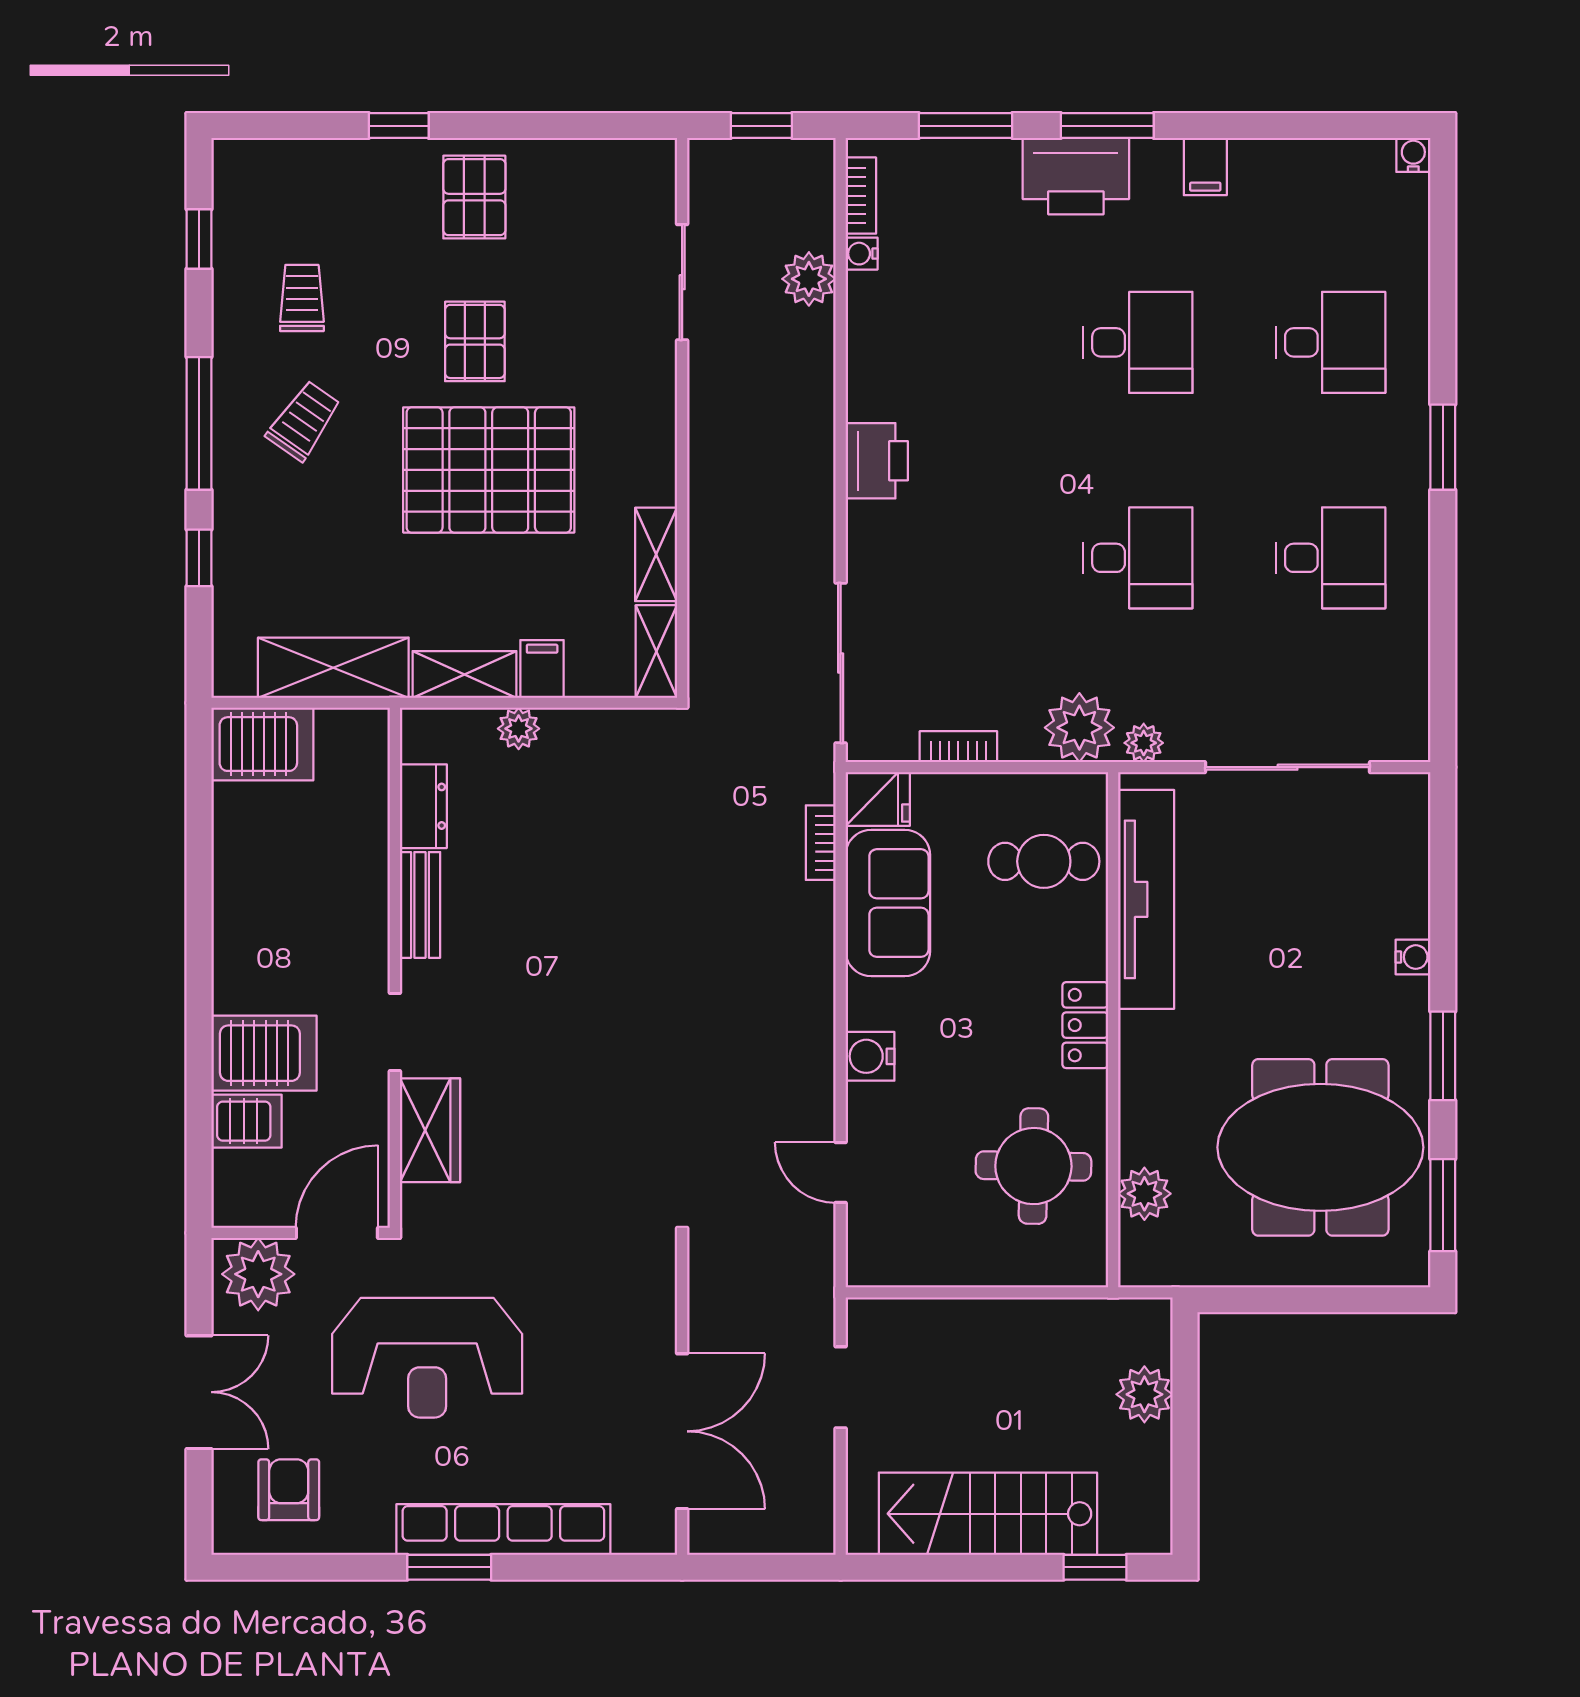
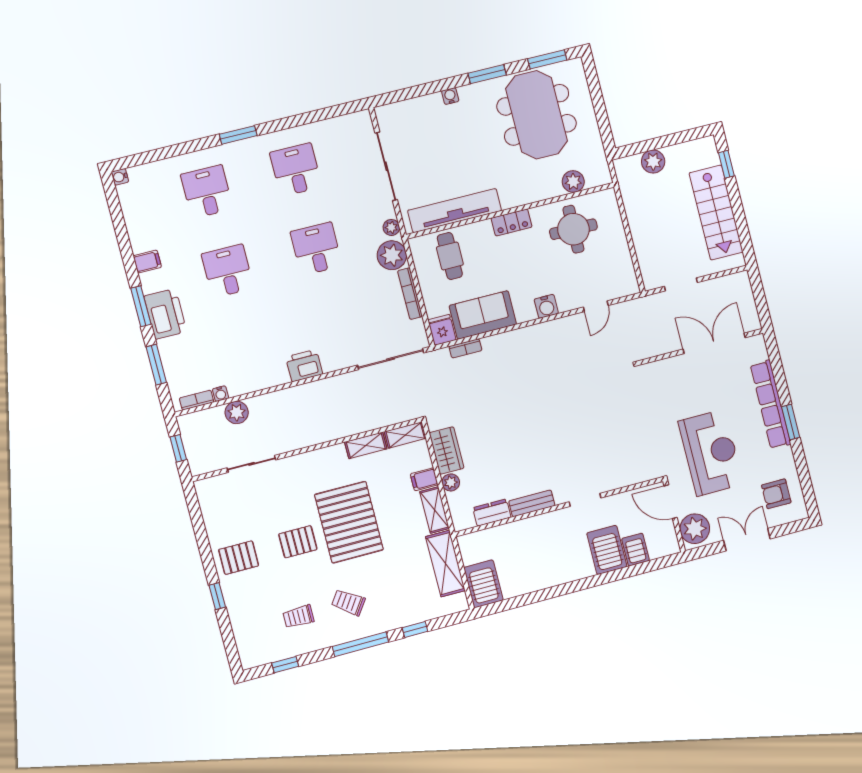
bookcase: (958, 747) -> (410, 294), width x1.56
wardrobe: (430, 1130) -> (447, 451), moved, turned 90

